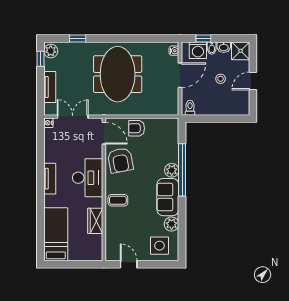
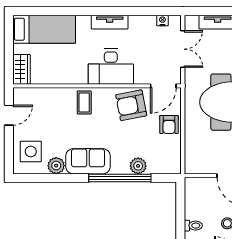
toilet: (190, 108) -> (193, 226), moved
nightstand: (48, 123) -> (162, 20), moved
armchair: (137, 128) -> (169, 124), turned 180
plant: (172, 170) -> (138, 166), moved
wardrobe: (95, 221) -> (21, 69), moved, turned 90

